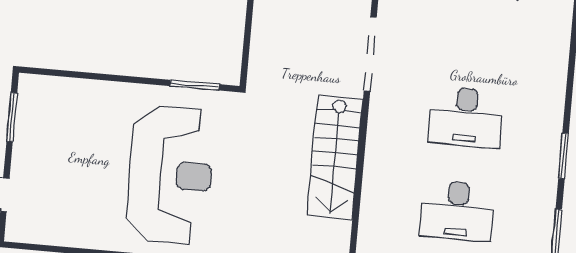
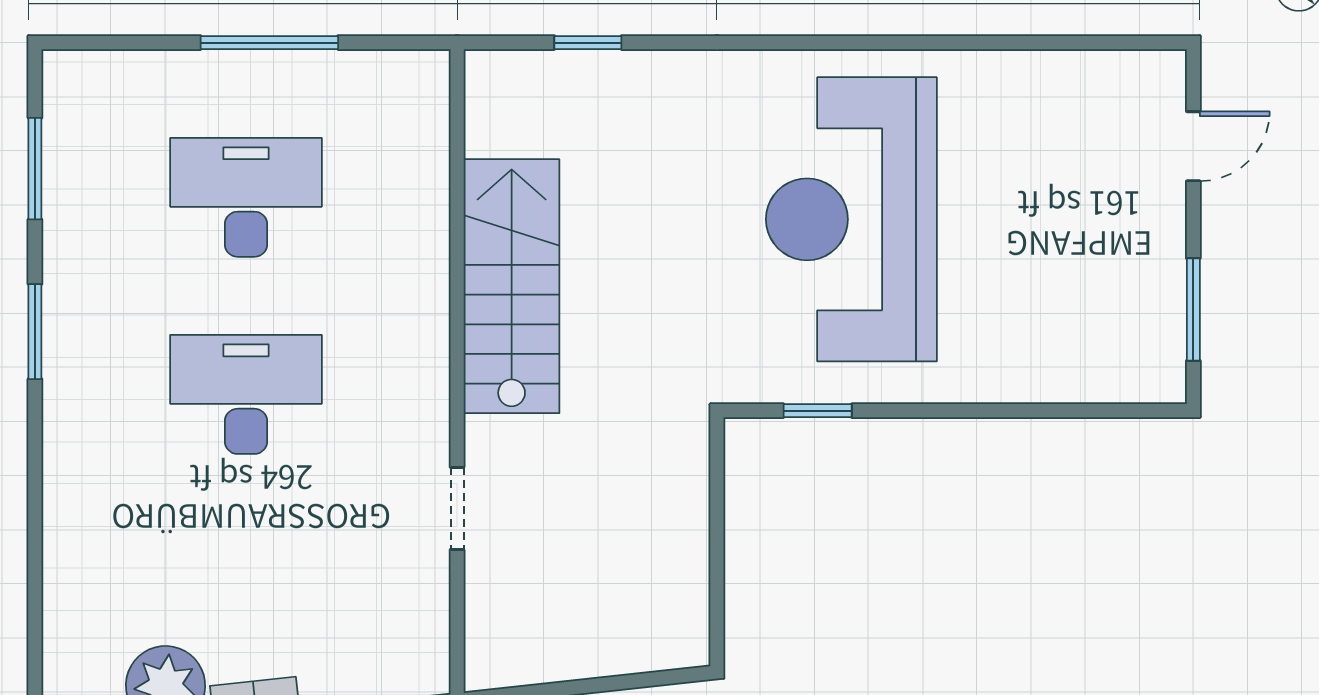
doorway: (370, 54) -> (457, 508), width x0.53
window: (195, 85) -> (818, 411), width x0.67

